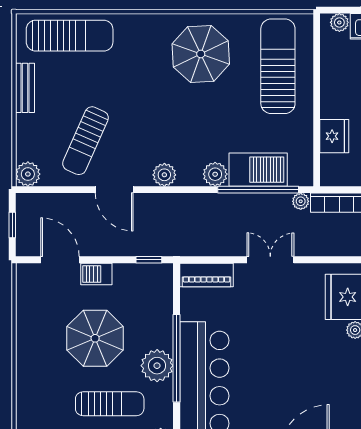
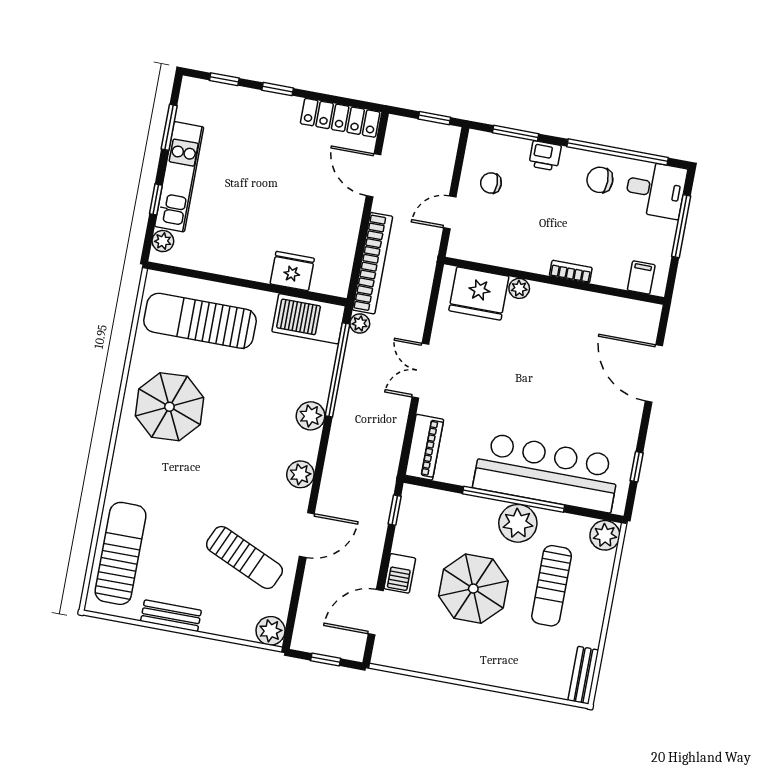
barbecue: (258, 170) -> (309, 319), moved, turned -90
sun lounger: (110, 404) -> (552, 586), turned 180

